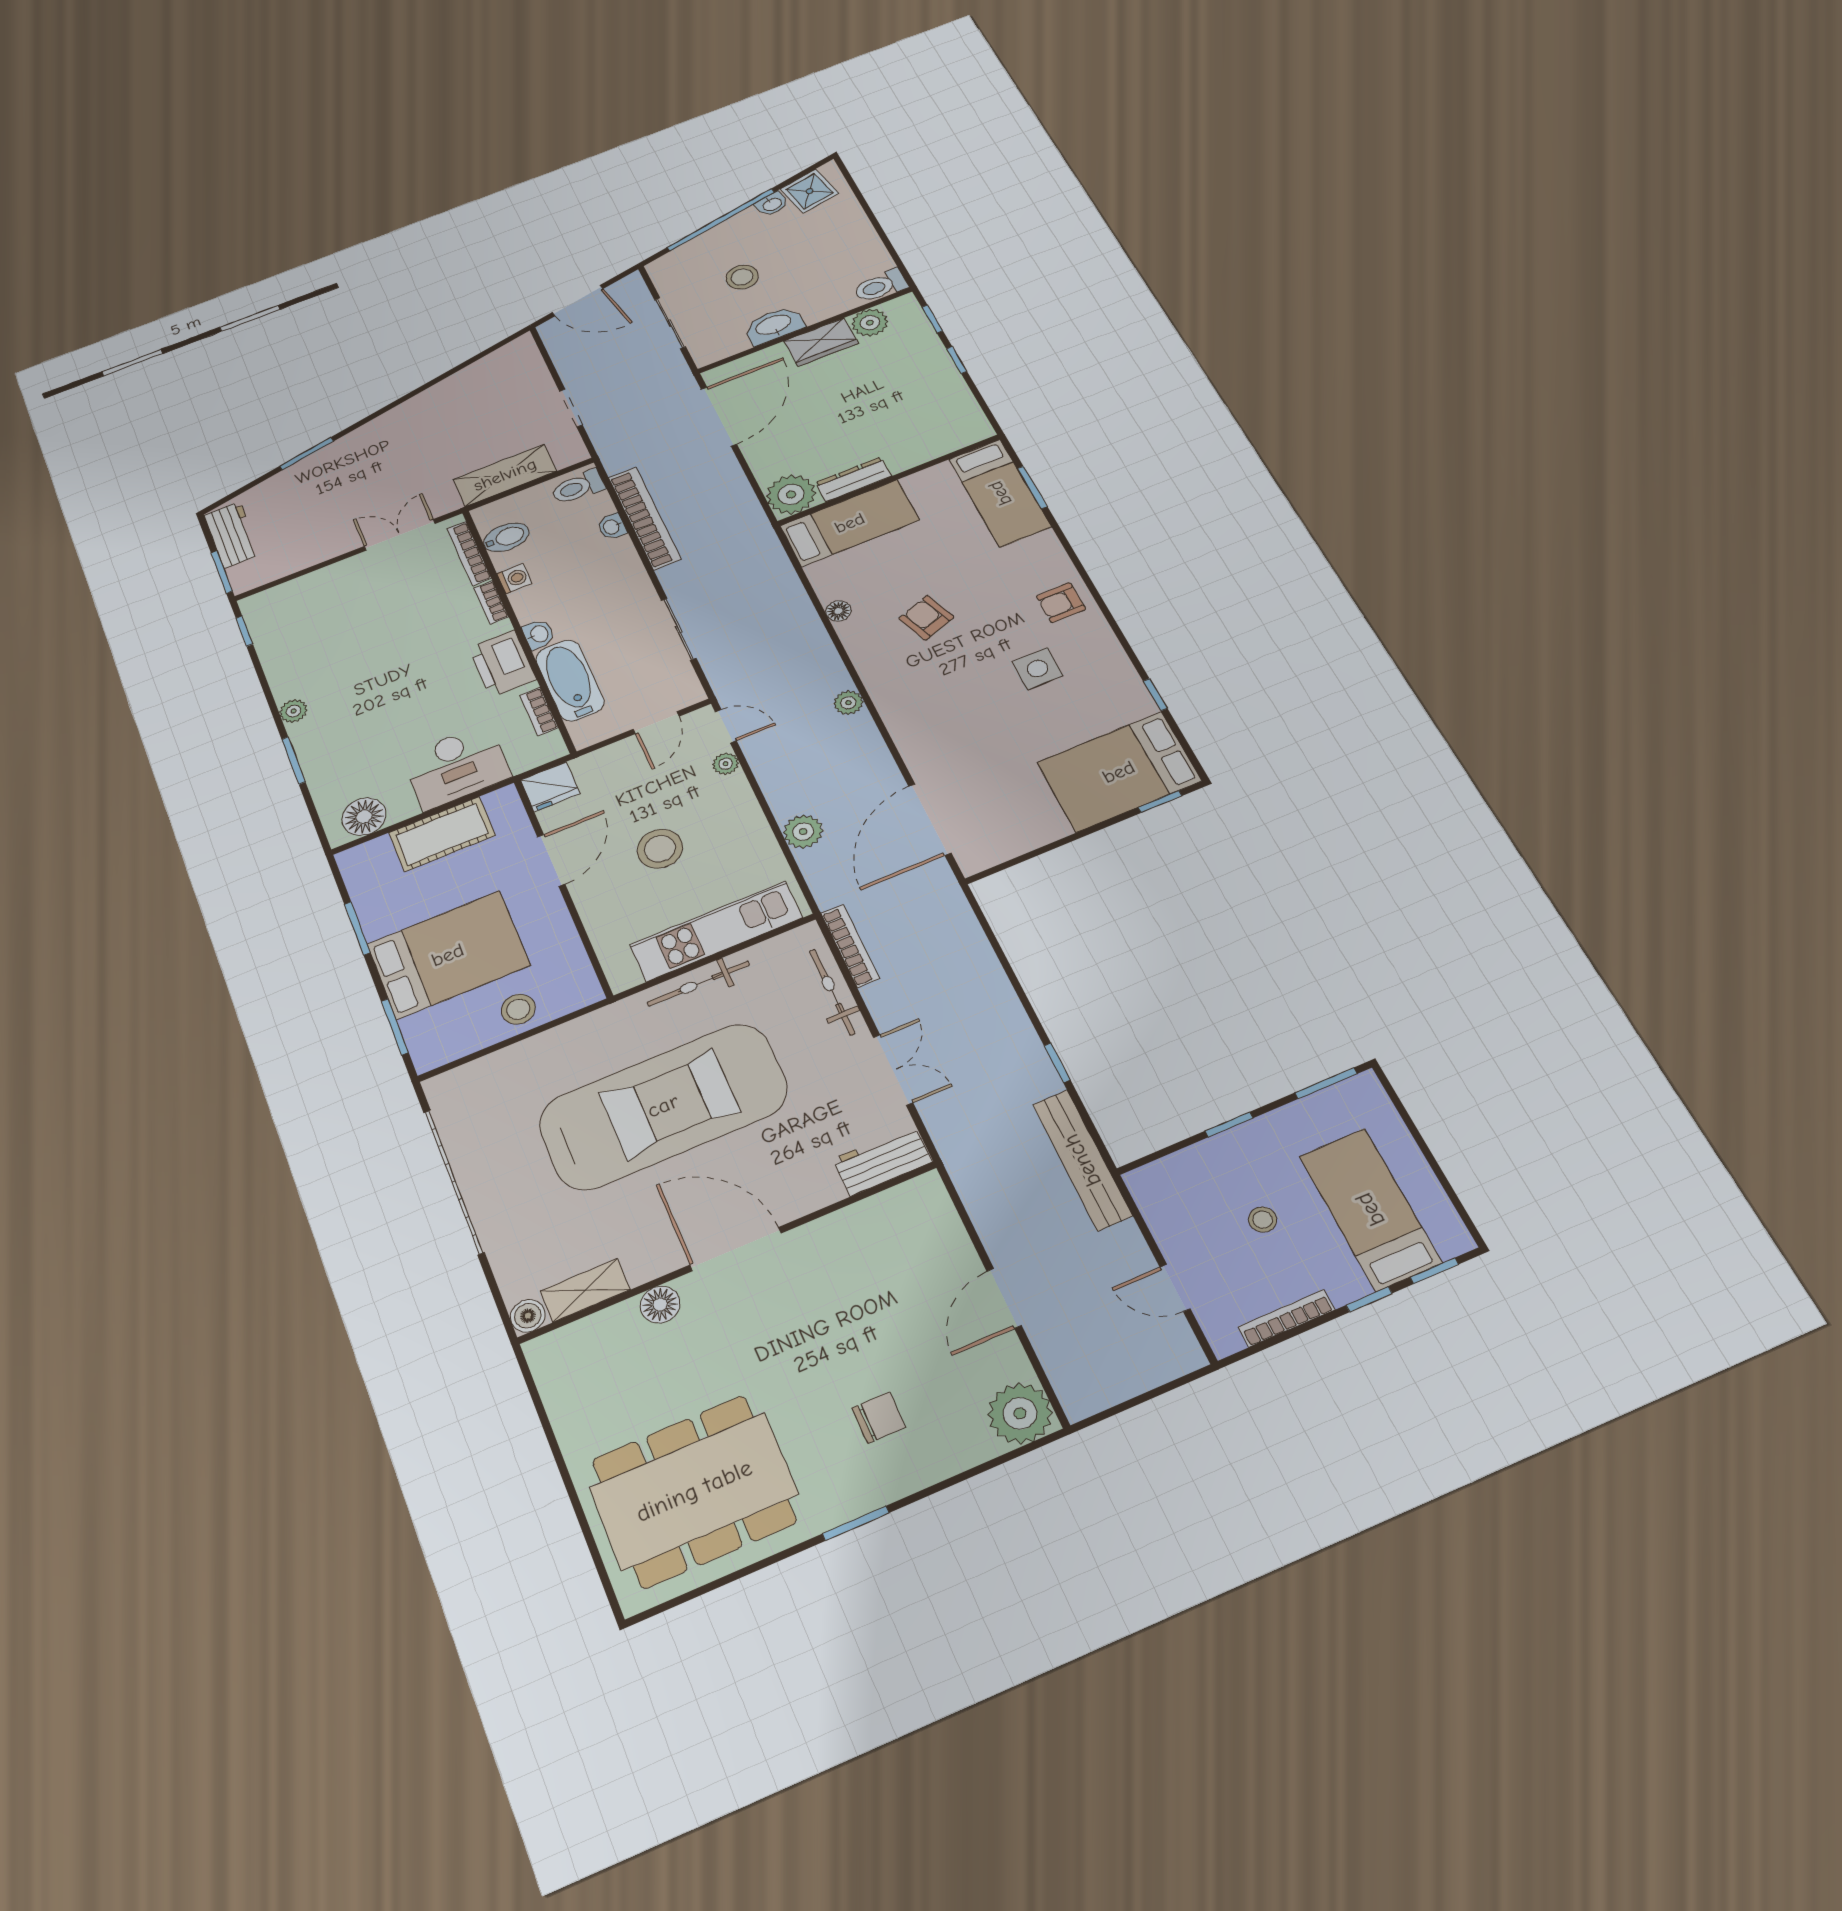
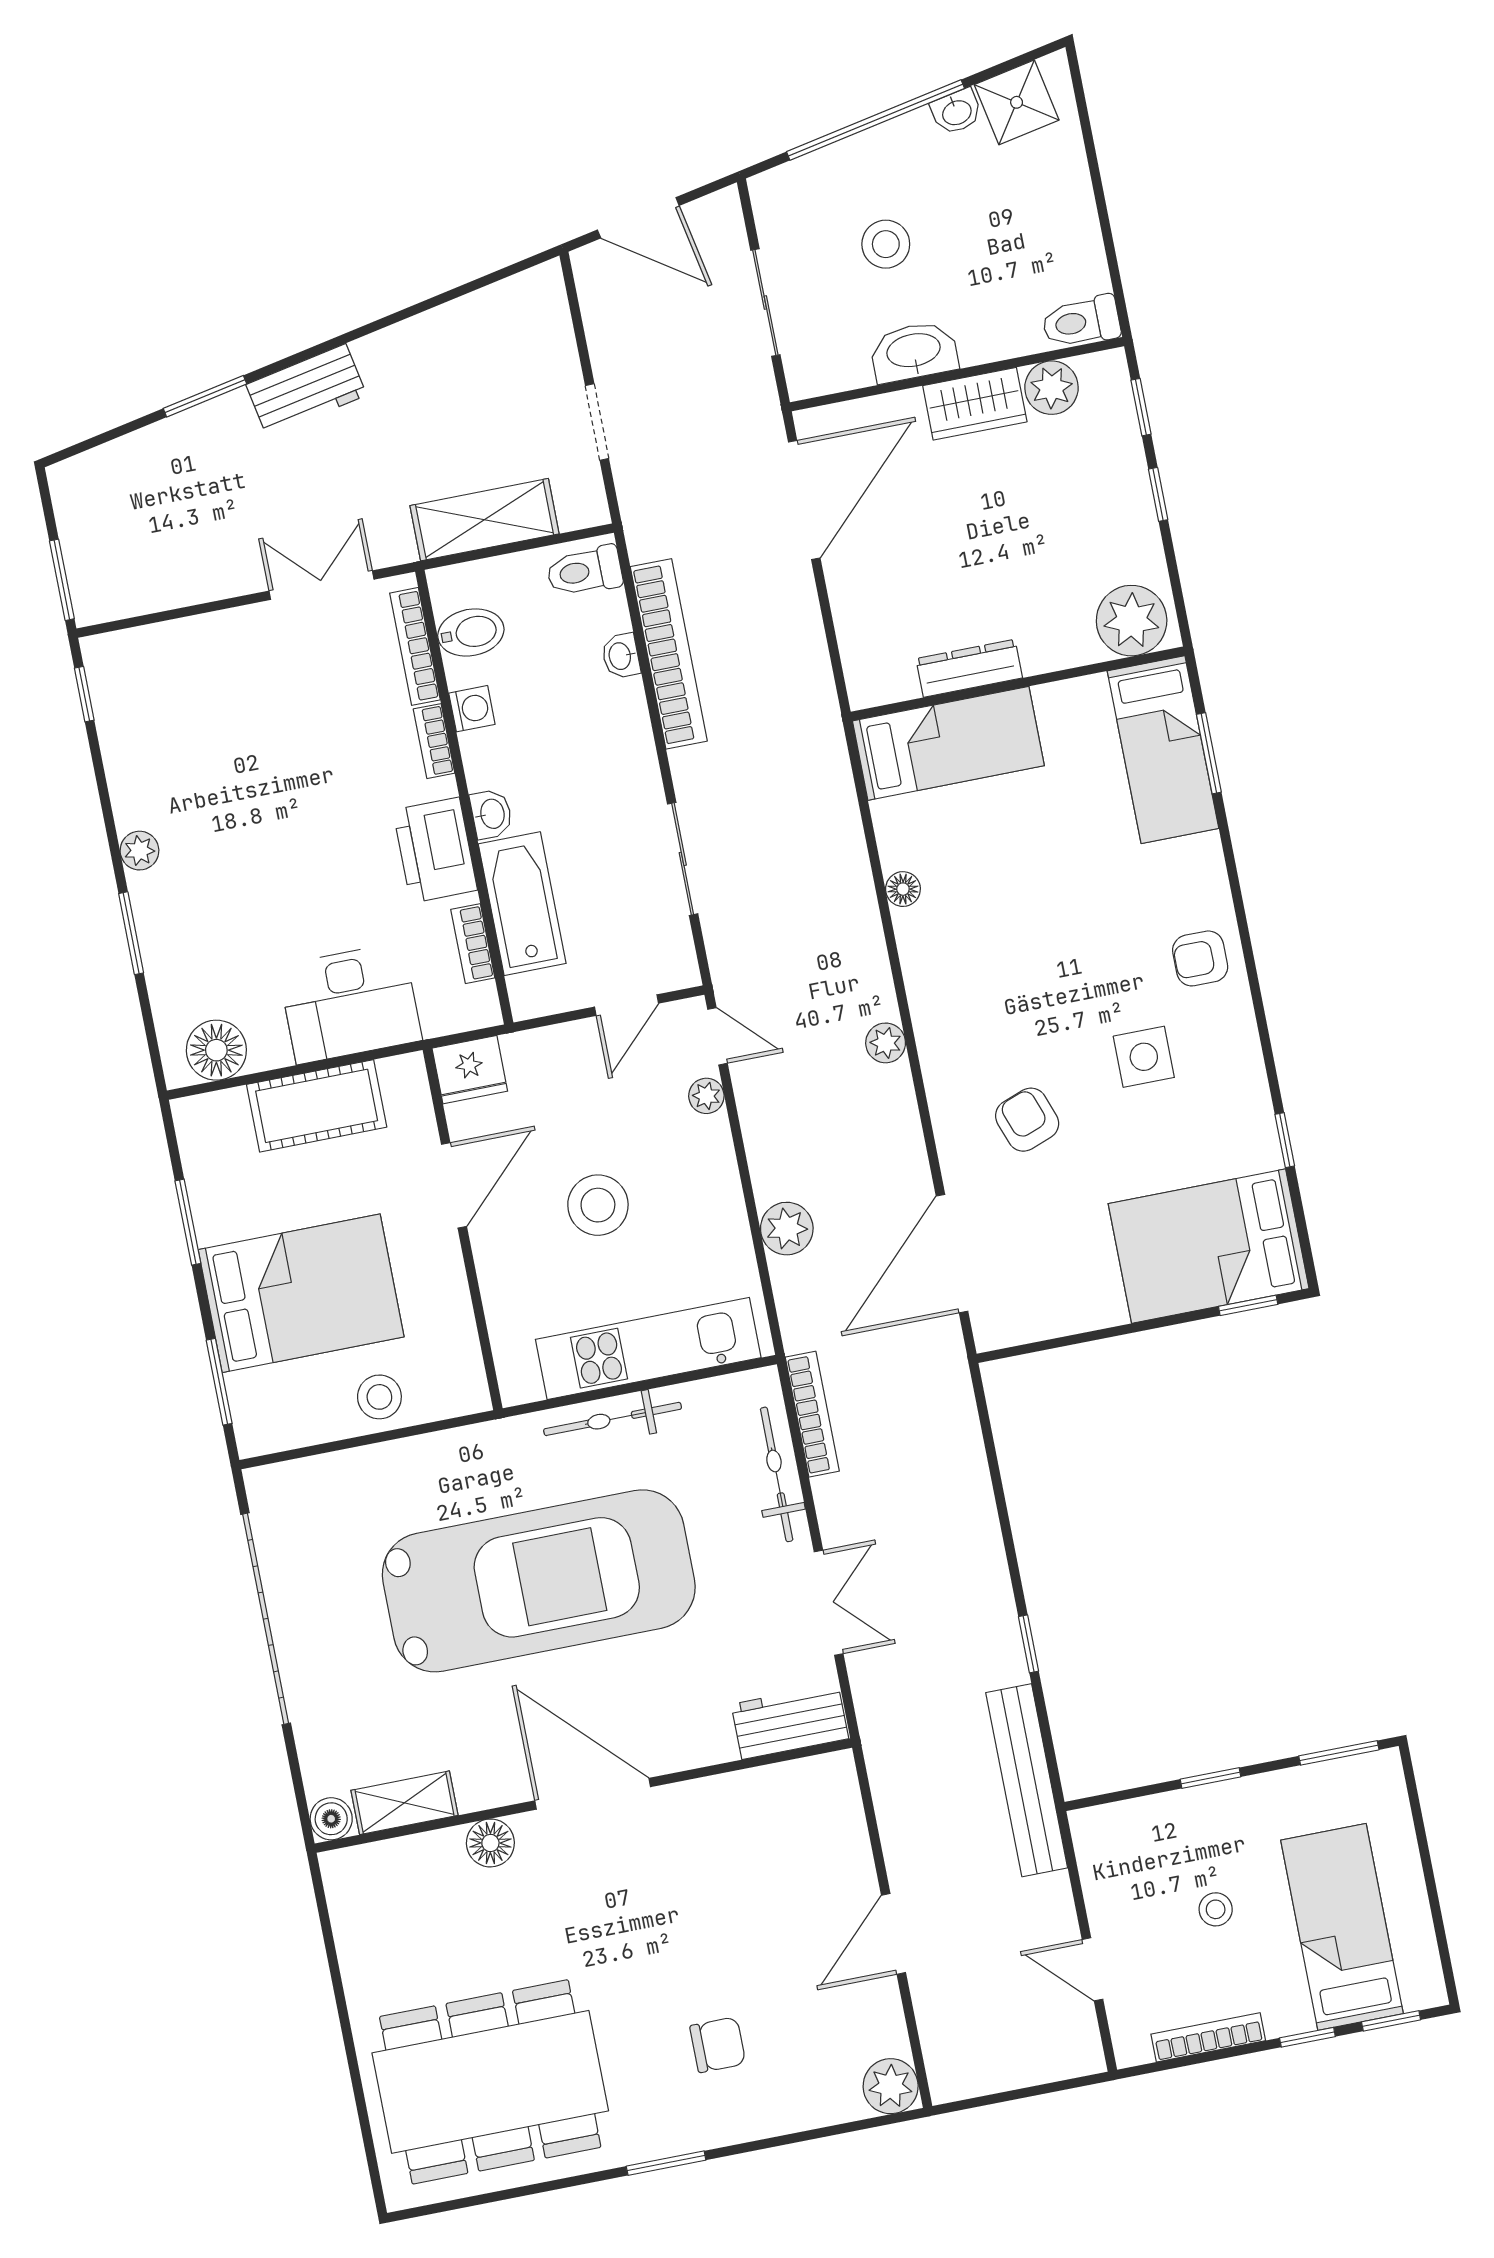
plant: (791, 494) -> (1132, 621), moved
workbench: (232, 535) -> (306, 390), moved, turned 79
armchair: (926, 618) -> (1027, 1120), moved
plant: (1020, 1413) -> (891, 2086), width x0.73, depth x0.73

